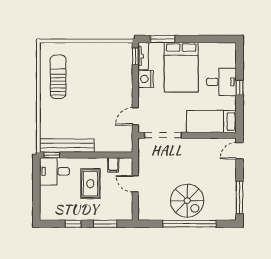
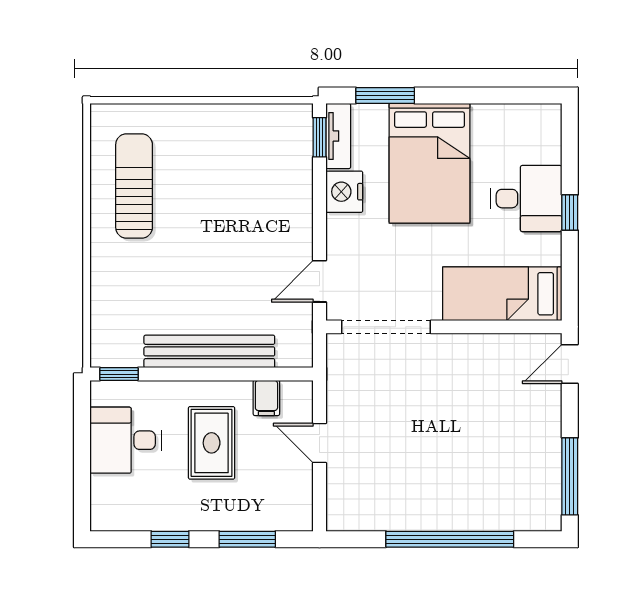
bench: (67, 146) -> (209, 351), moved
desk: (55, 171) -> (125, 440), moved
spiral stairs: (187, 201) -> (444, 484), removed

